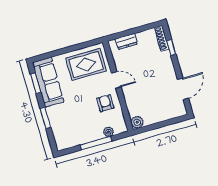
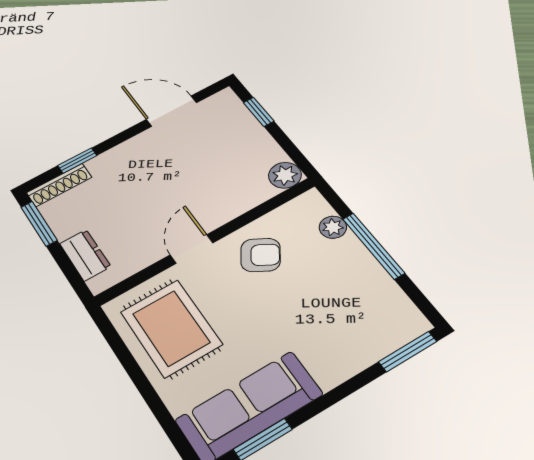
window: (146, 27) -> (39, 224), added
armchair: (105, 103) -> (261, 255), turned -148
window: (45, 118) -> (408, 352), moved
window: (171, 122) -> (259, 112), added

